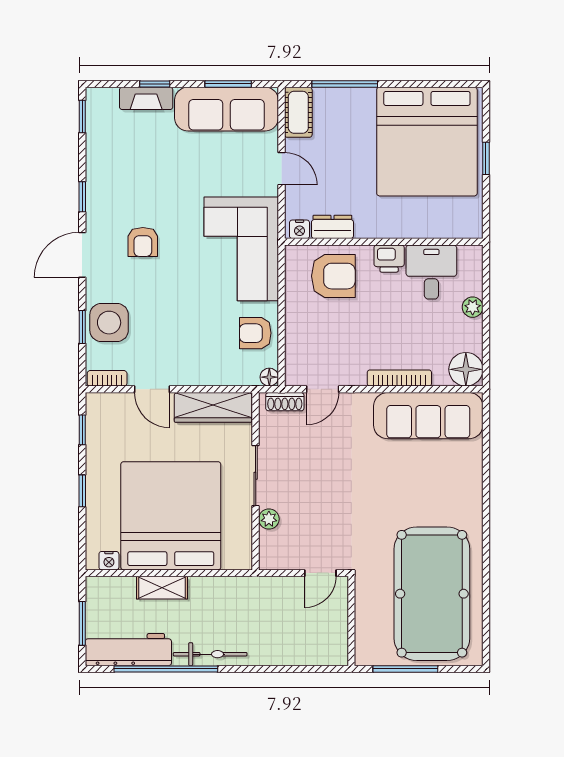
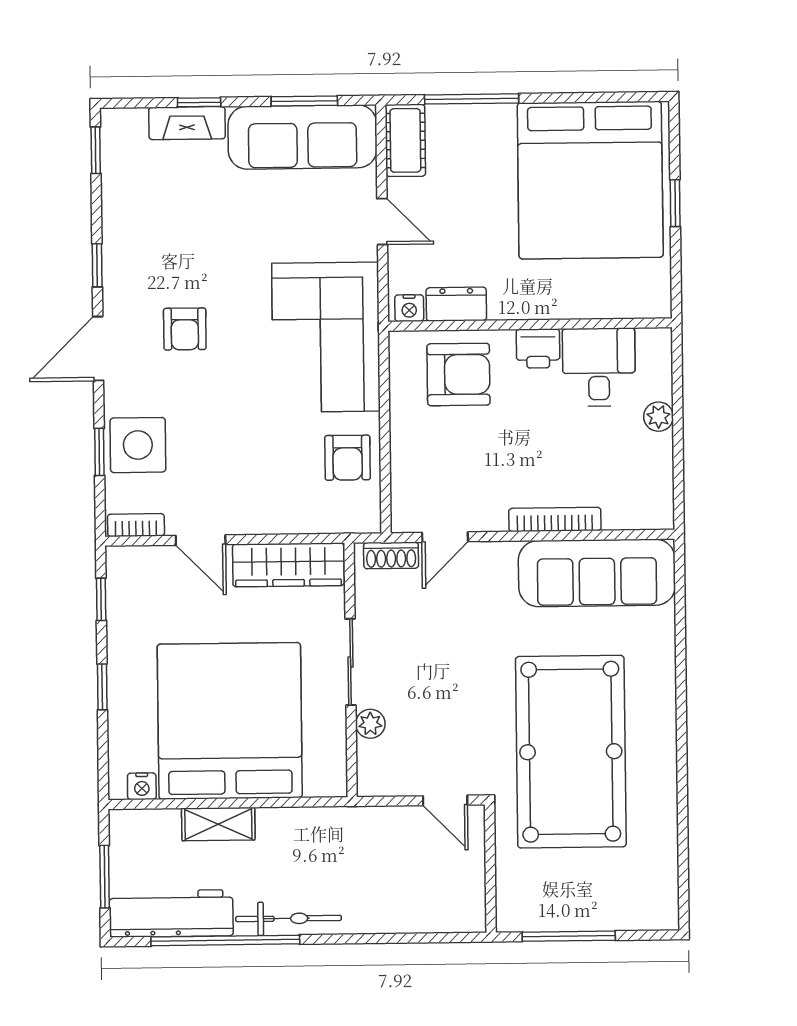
armchair: (255, 333) -> (348, 458), turned -90
floor lamp: (466, 369) -> (650, 506), removed
floor lamp: (269, 377) -> (368, 520), removed
door: (320, 573) -> (445, 800), hinge flipped
pool table: (432, 594) -> (571, 752), moved

